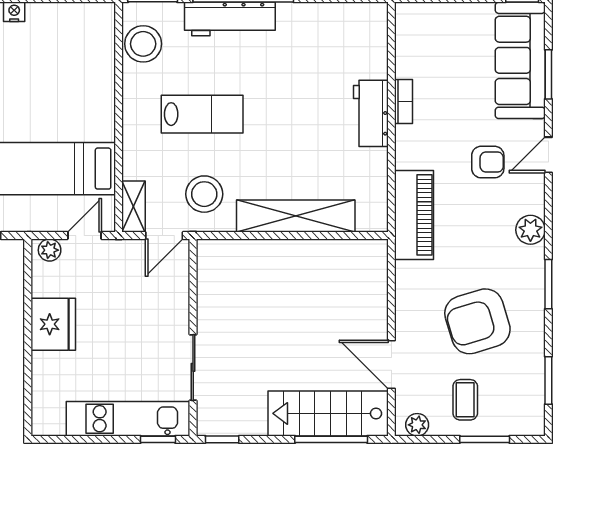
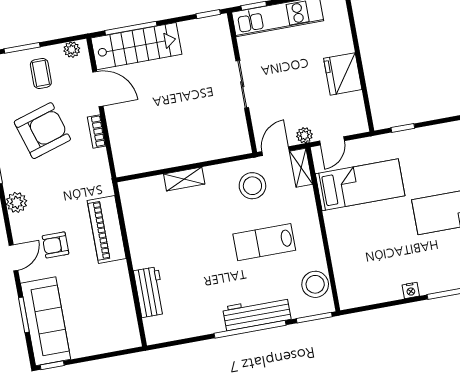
bookcase: (404, 101) -> (97, 131), moved
workbench: (371, 113) -> (150, 292), moved
piano: (414, 215) -> (107, 229), moved
shelving: (296, 216) -> (184, 179), width x0.45, depth x0.75
plant: (50, 250) -> (304, 135), moved
sliding door: (193, 367) -> (242, 84), moved

